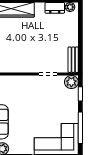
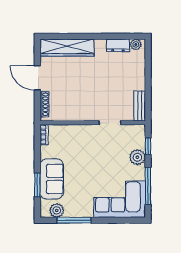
plant: (71, 82) -> (137, 157), moved

